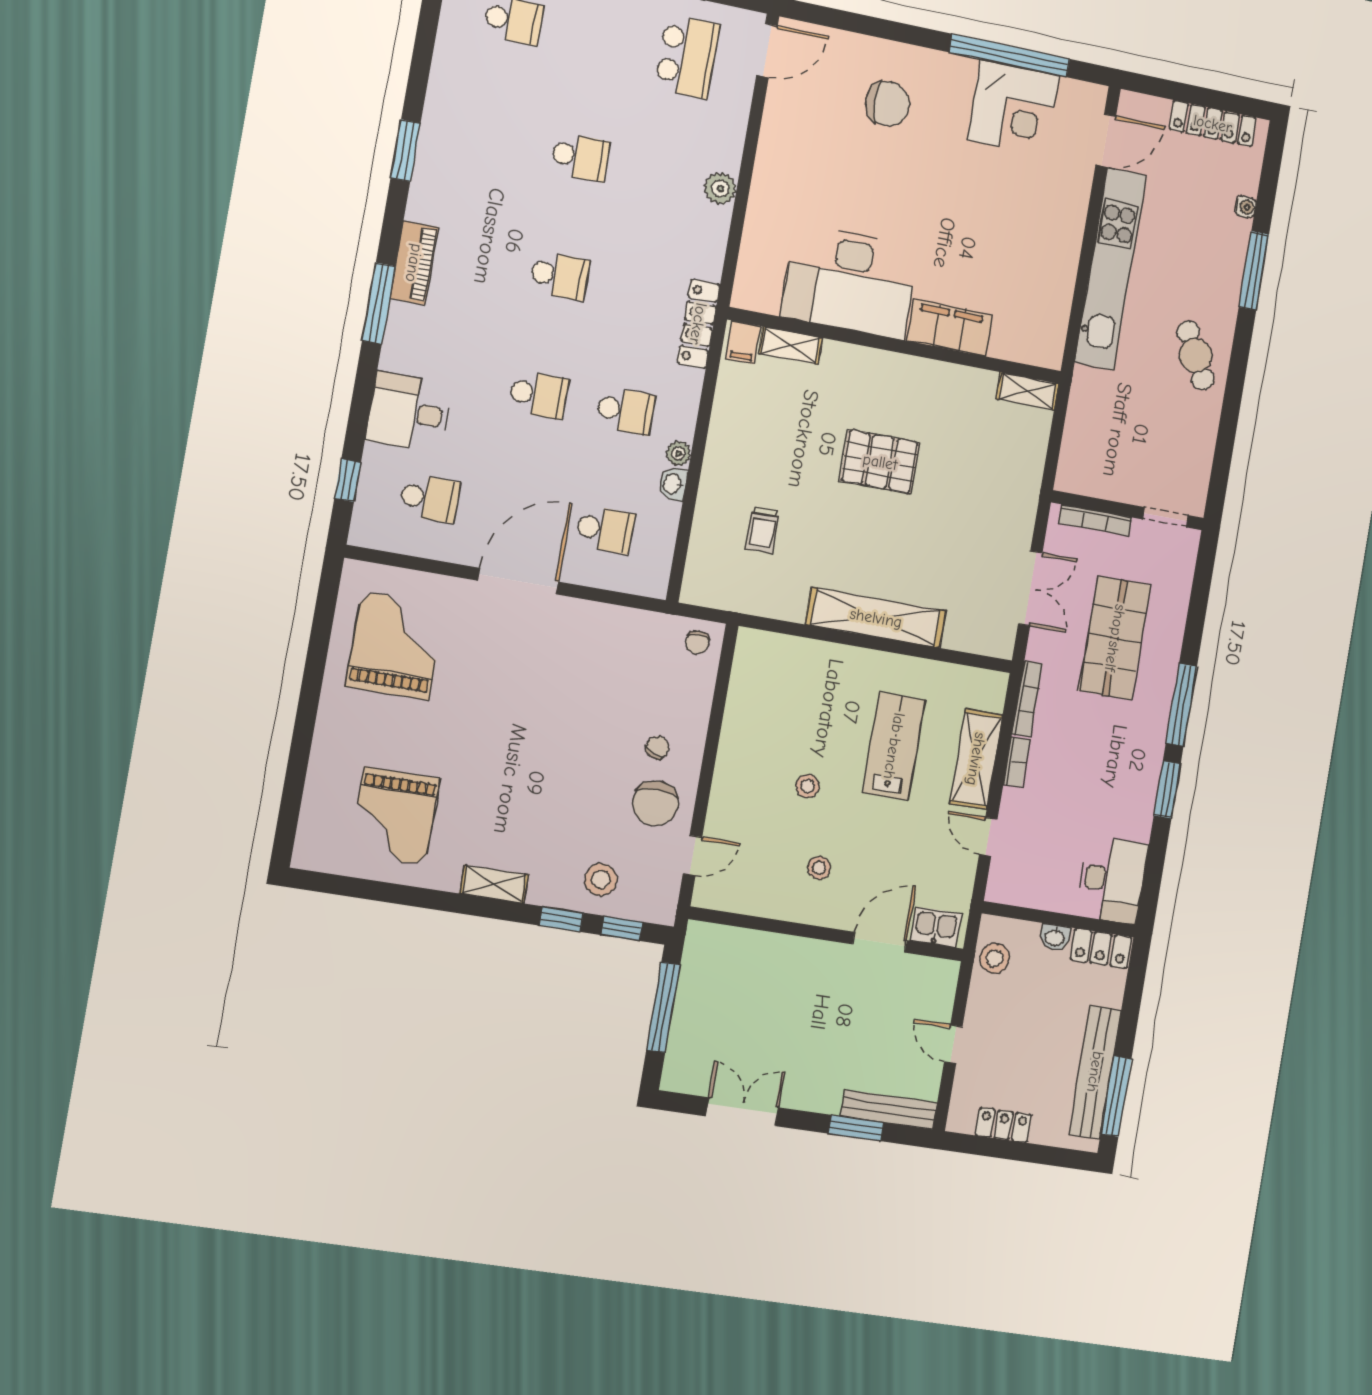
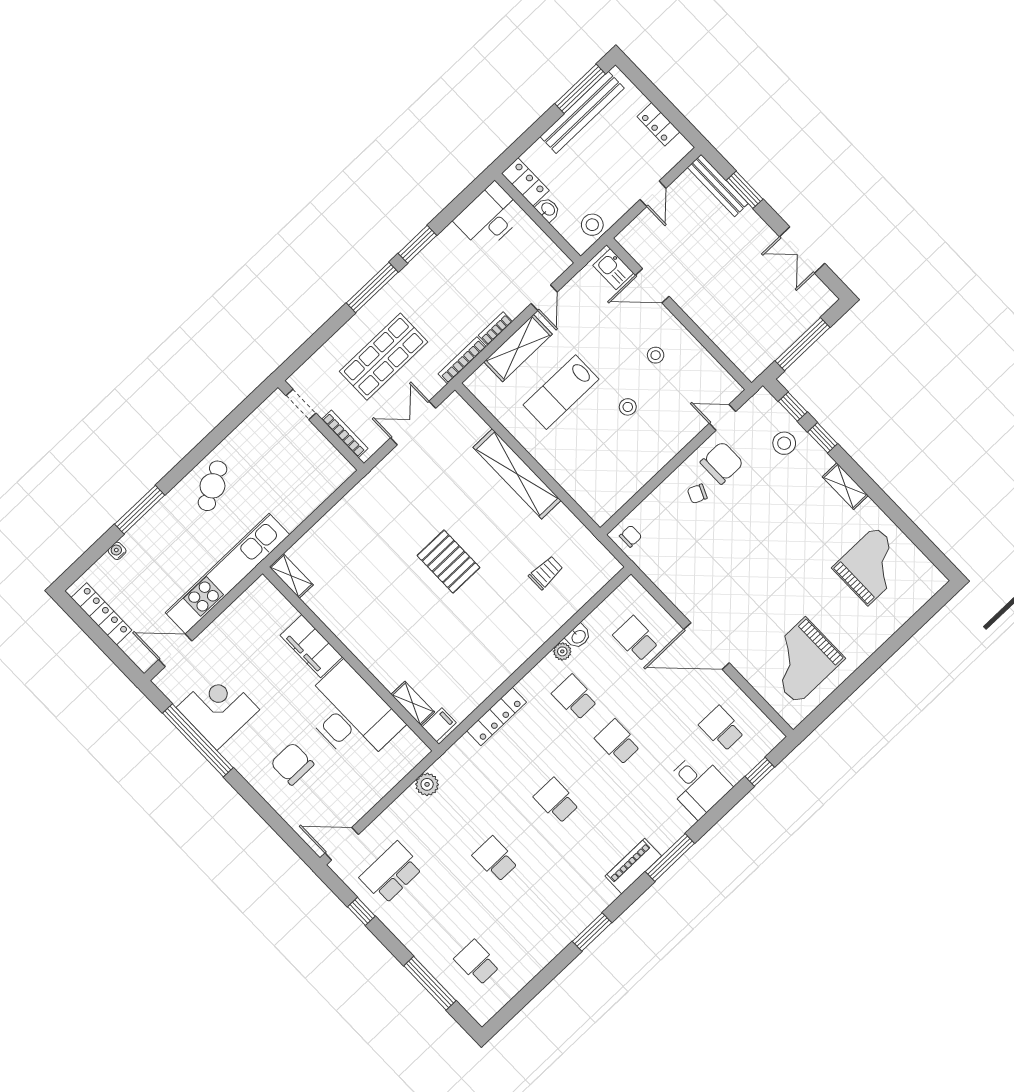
desk: (850, 281) -> (351, 715), moved
filing cabinet: (949, 328) -> (311, 646), moved
filing cabinet: (743, 342) -> (439, 725), moved
wall: (896, 345) -> (351, 659), moved
shelving: (790, 346) -> (413, 703), moved
shelving: (1028, 391) -> (291, 576), moved

